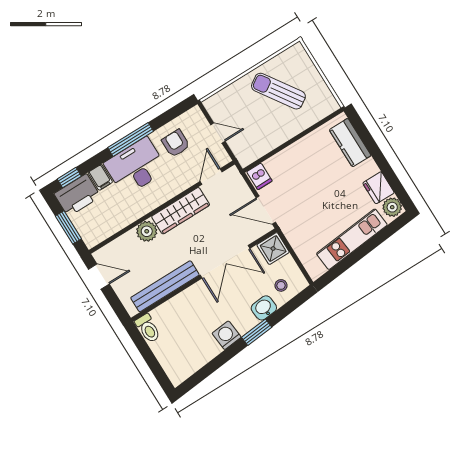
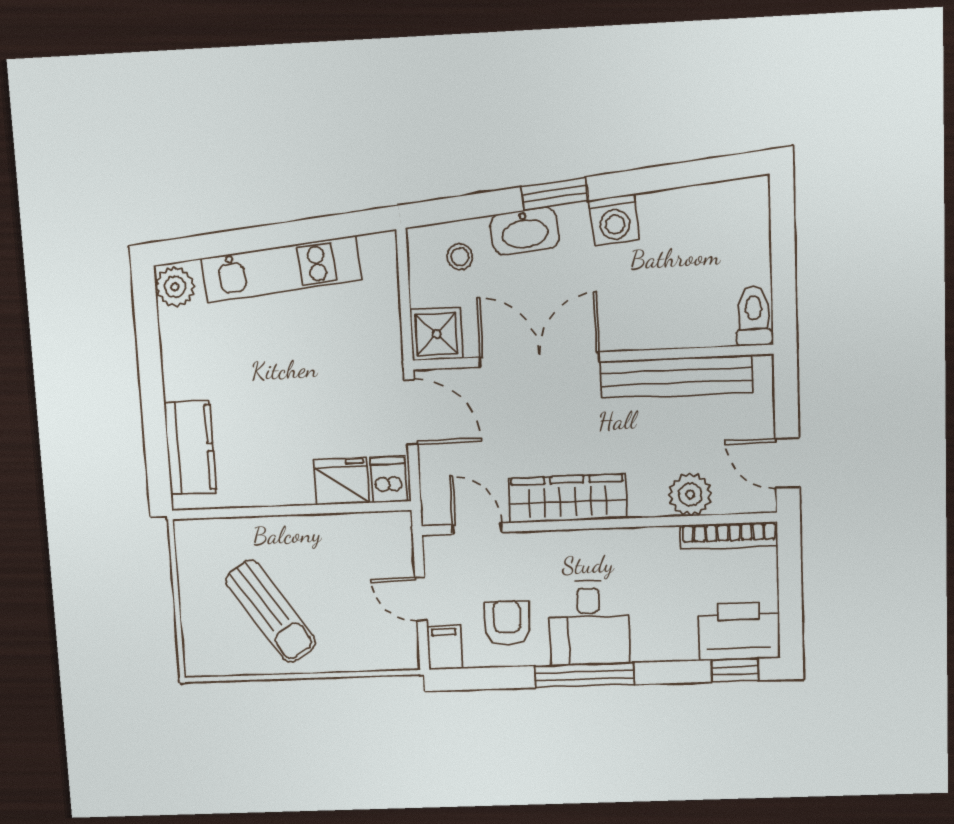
armchair: (176, 143) -> (507, 623), turned 180
desk: (136, 167) -> (589, 623), width x0.73
filing cabinet: (100, 177) -> (445, 647), moved
door: (211, 177) -> (477, 529), swing flipped
fridge: (378, 188) -> (342, 481), moved, turned -90
window: (68, 227) -> (790, 583), removed
plant: (147, 231) -> (690, 495), moved
bookcase: (105, 233) -> (729, 536), added
washbasin: (264, 308) -> (525, 231), width x1.38

